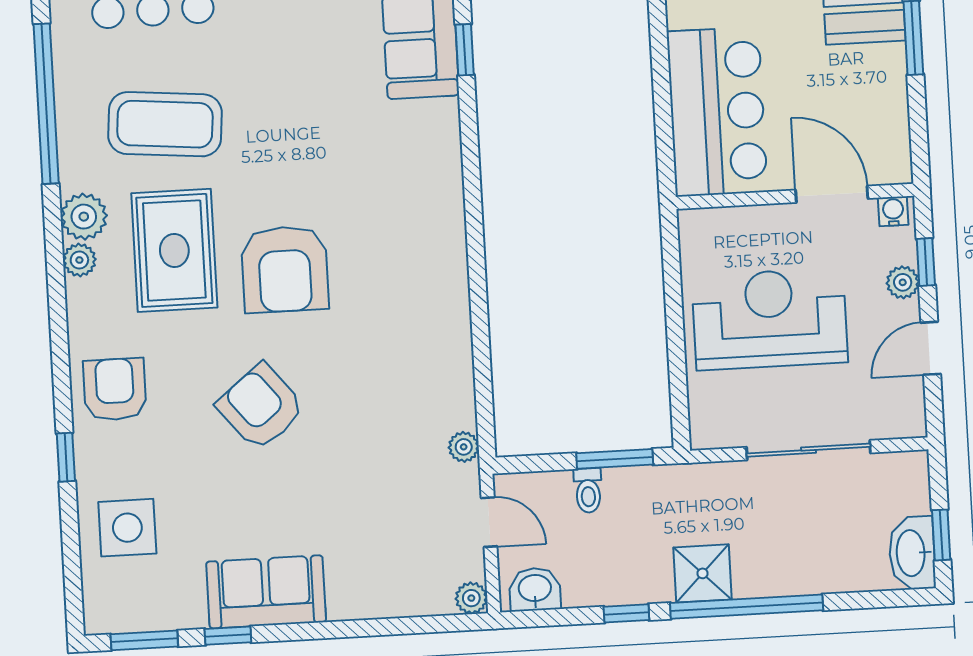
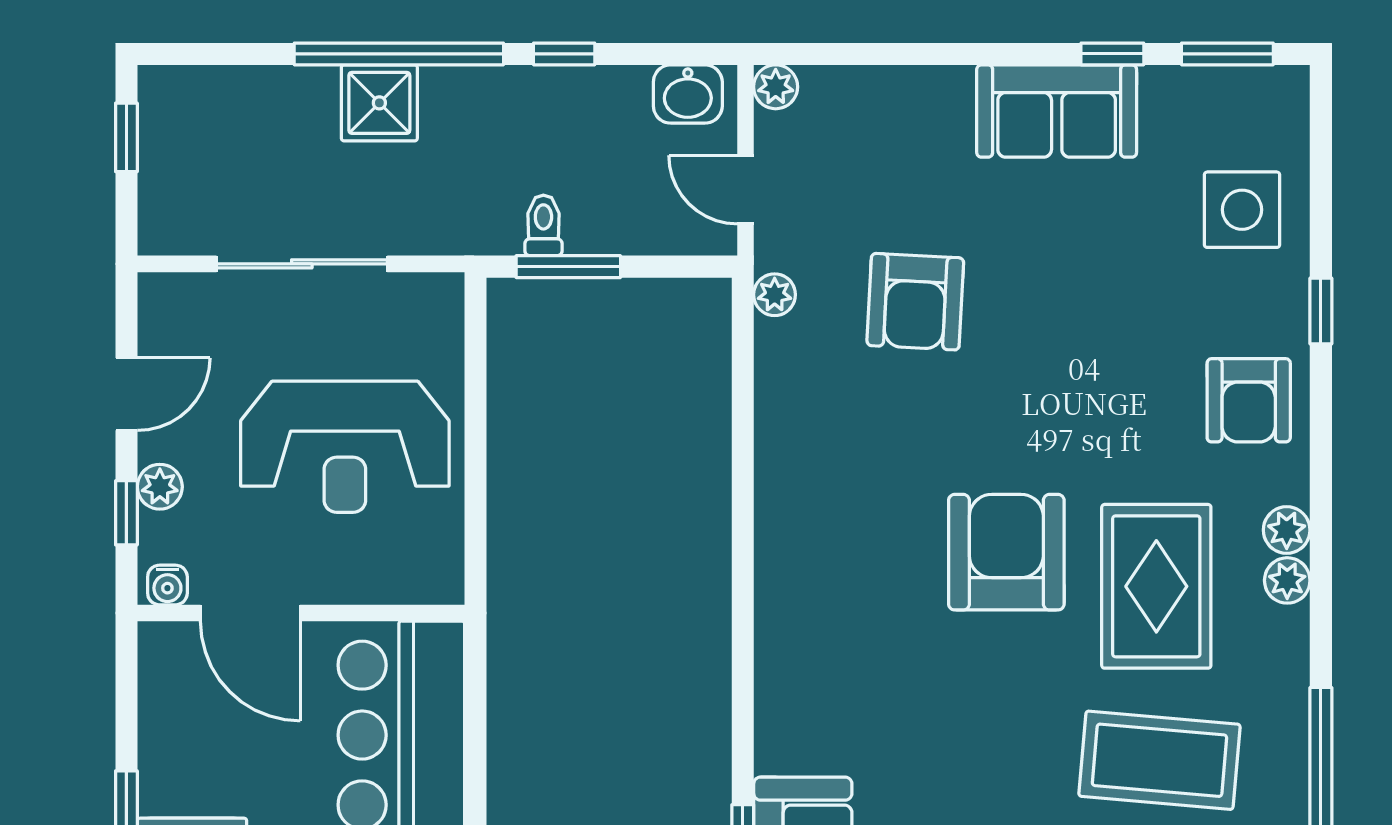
plant: (84, 217) -> (1287, 530), moved, width x0.73, depth x0.73
armchair: (261, 407) -> (915, 302), moved, turned 42
toilet: (588, 490) -> (543, 225), moved
washbasin: (912, 553) -> (168, 115), removed
shower: (702, 573) -> (379, 103), moved

